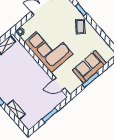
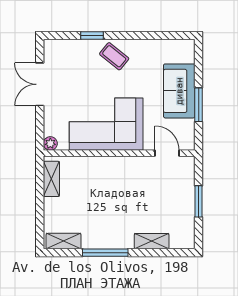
door: (59, 84) -> (167, 153), swing flipped

